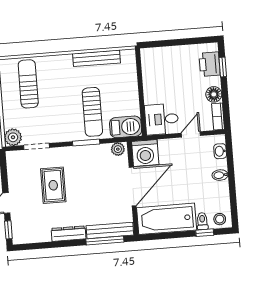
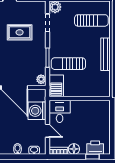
bench: (97, 58) -> (105, 54), moved
washing machine: (145, 153) -> (37, 111), moved

